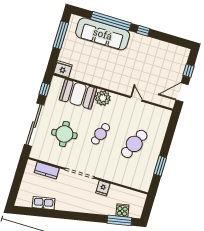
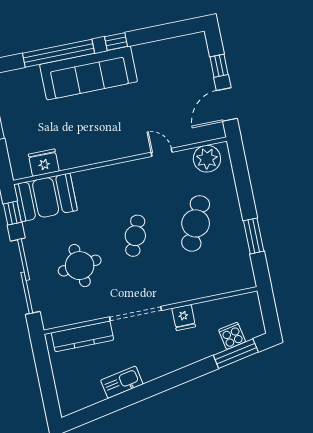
sofa: (103, 34) -> (89, 73), moved
fridge: (63, 69) -> (44, 163), moved
booth: (78, 94) -> (46, 197), moved
plant: (103, 98) -> (207, 159), moved
kitchen counter: (47, 170) -> (83, 336), width x1.50
kitchen sink: (44, 203) -> (122, 382), moved

